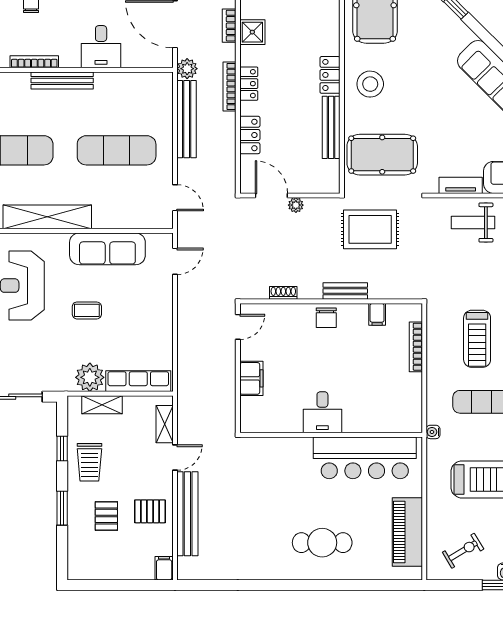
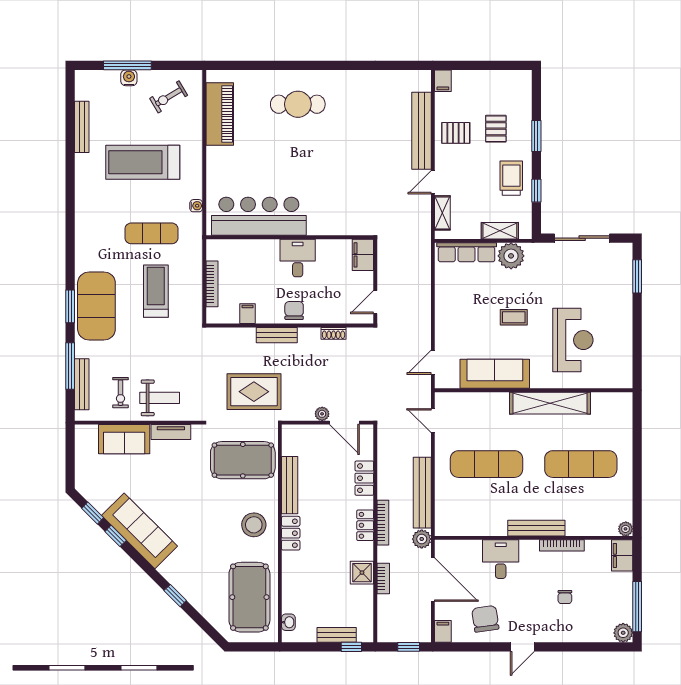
desk: (322, 412) -> (298, 258), moved
wall: (331, 435) -> (290, 237), moved
bar counter: (365, 458) -> (259, 216), moved

